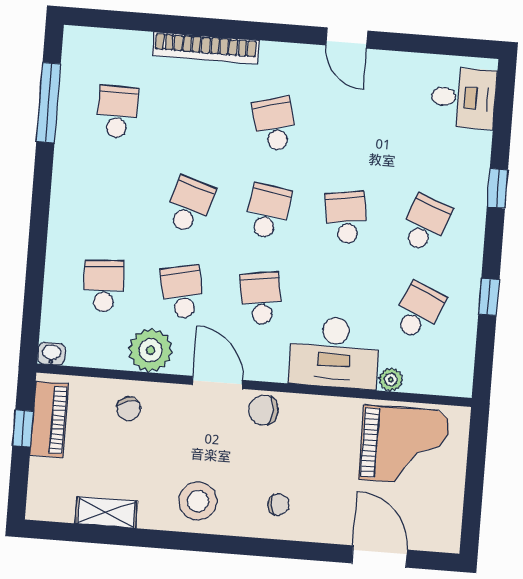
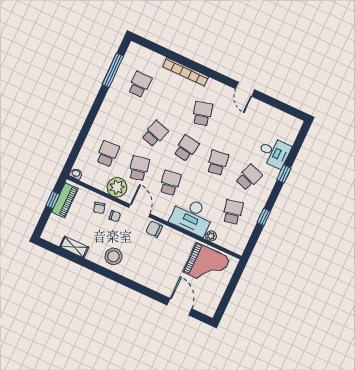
desk: (463, 98) -> (274, 152), moved
school desk: (418, 311) -> (233, 212), turned -36
chair: (278, 504) -> (115, 216), moved

